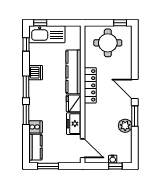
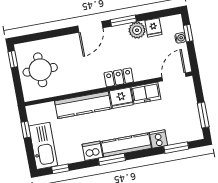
window: (40, 23) -> (26, 130), moved
locker: (90, 85) -> (119, 77), moved, width x0.66
window: (26, 115) -> (176, 148), moved
fridge: (125, 139) -> (153, 28), added
kitchen counter: (35, 147) -> (126, 145), moved, width x1.50

